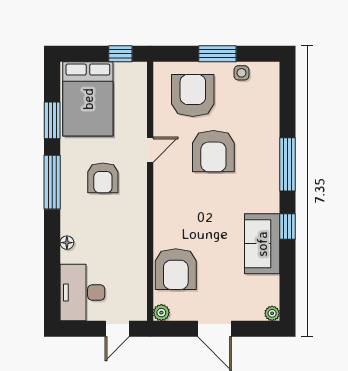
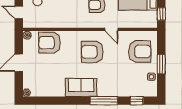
armchair: (213, 151) -> (92, 52), moved
window: (288, 226) -> (137, 101), moved
sofa: (262, 244) -> (81, 87), moved

